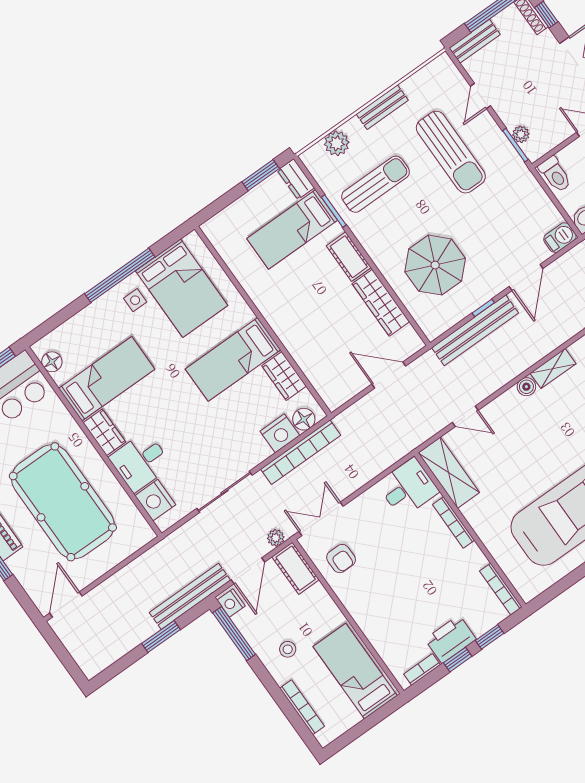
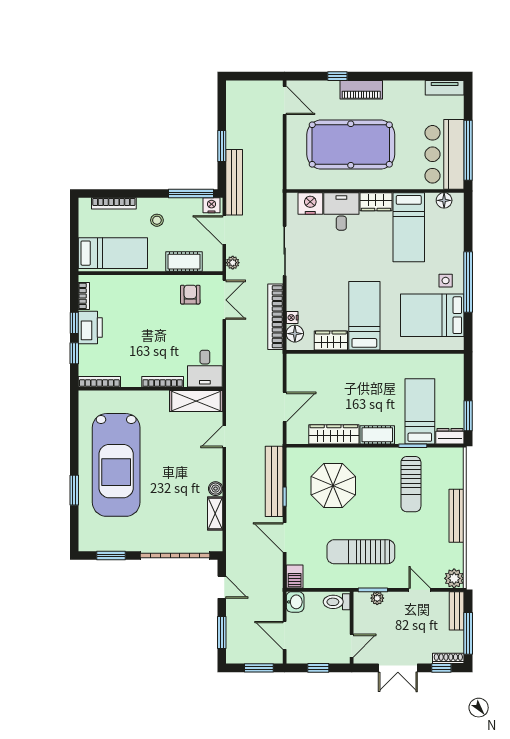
bench: (382, 107) -> (457, 516), width x1.36
plant: (337, 143) -> (454, 578), moved
sun lounger: (451, 152) -> (361, 552), moved
nightstand: (280, 433) -> (292, 318), width x0.53, depth x0.56
armchair: (341, 559) -> (190, 295), turned 90
cot: (296, 568) -> (184, 262), moved

